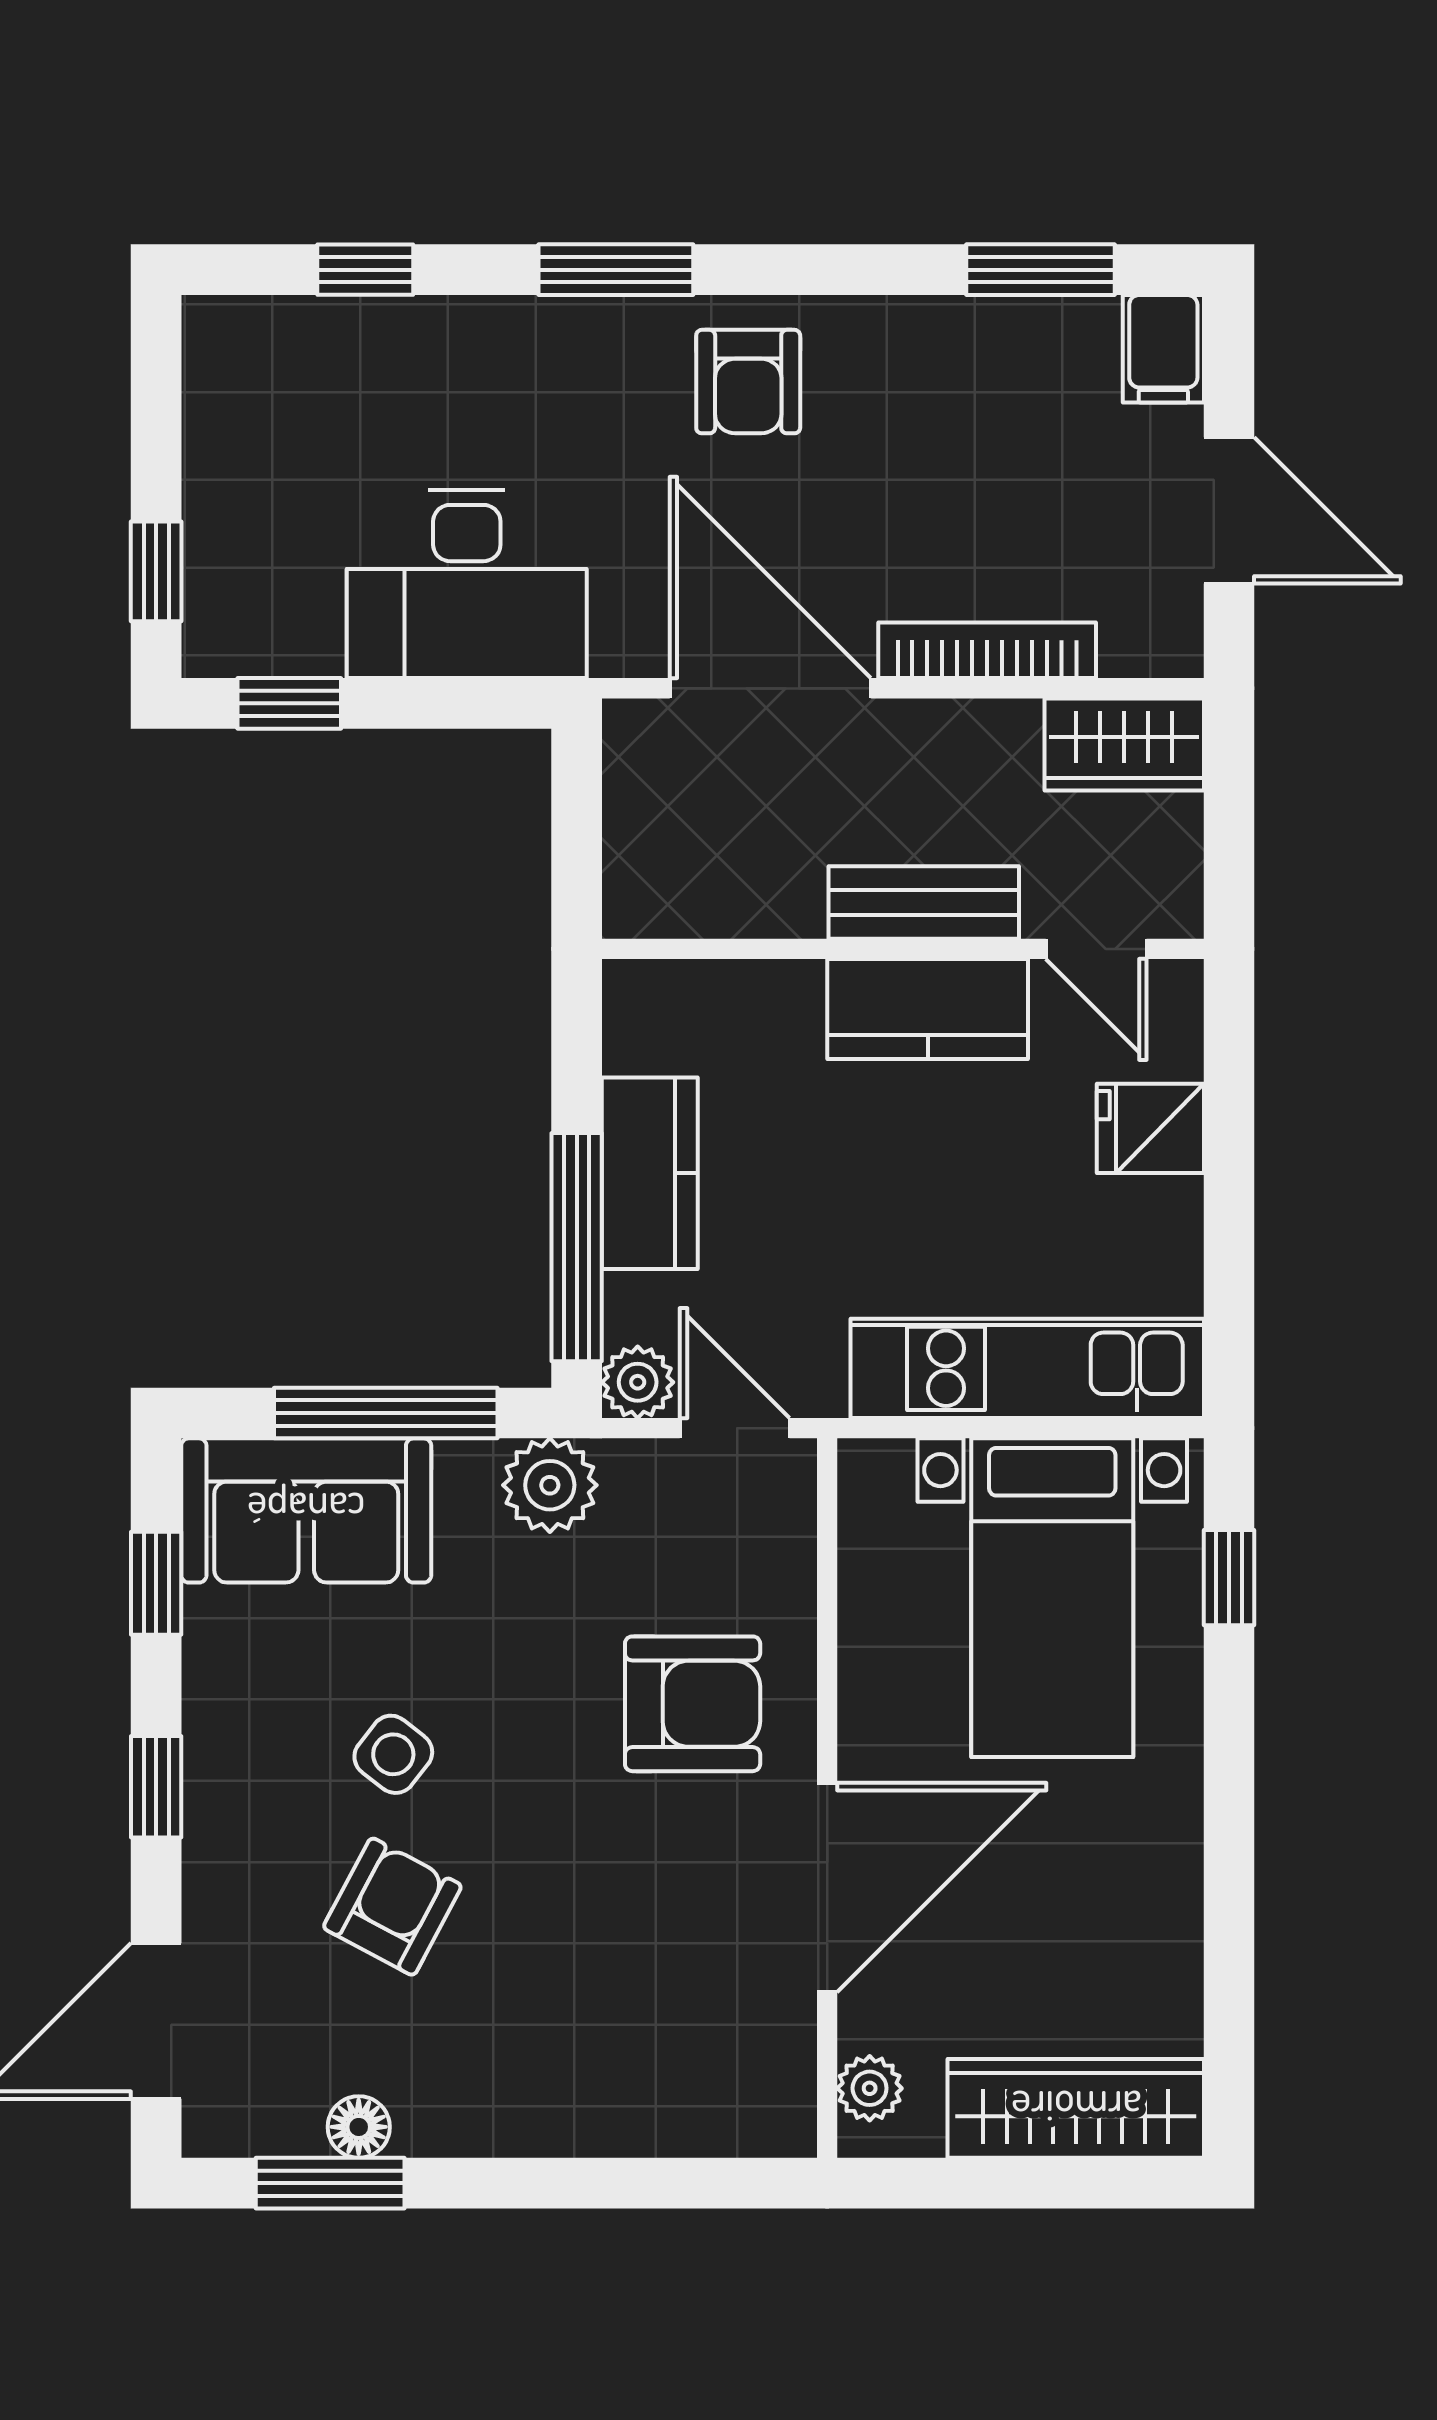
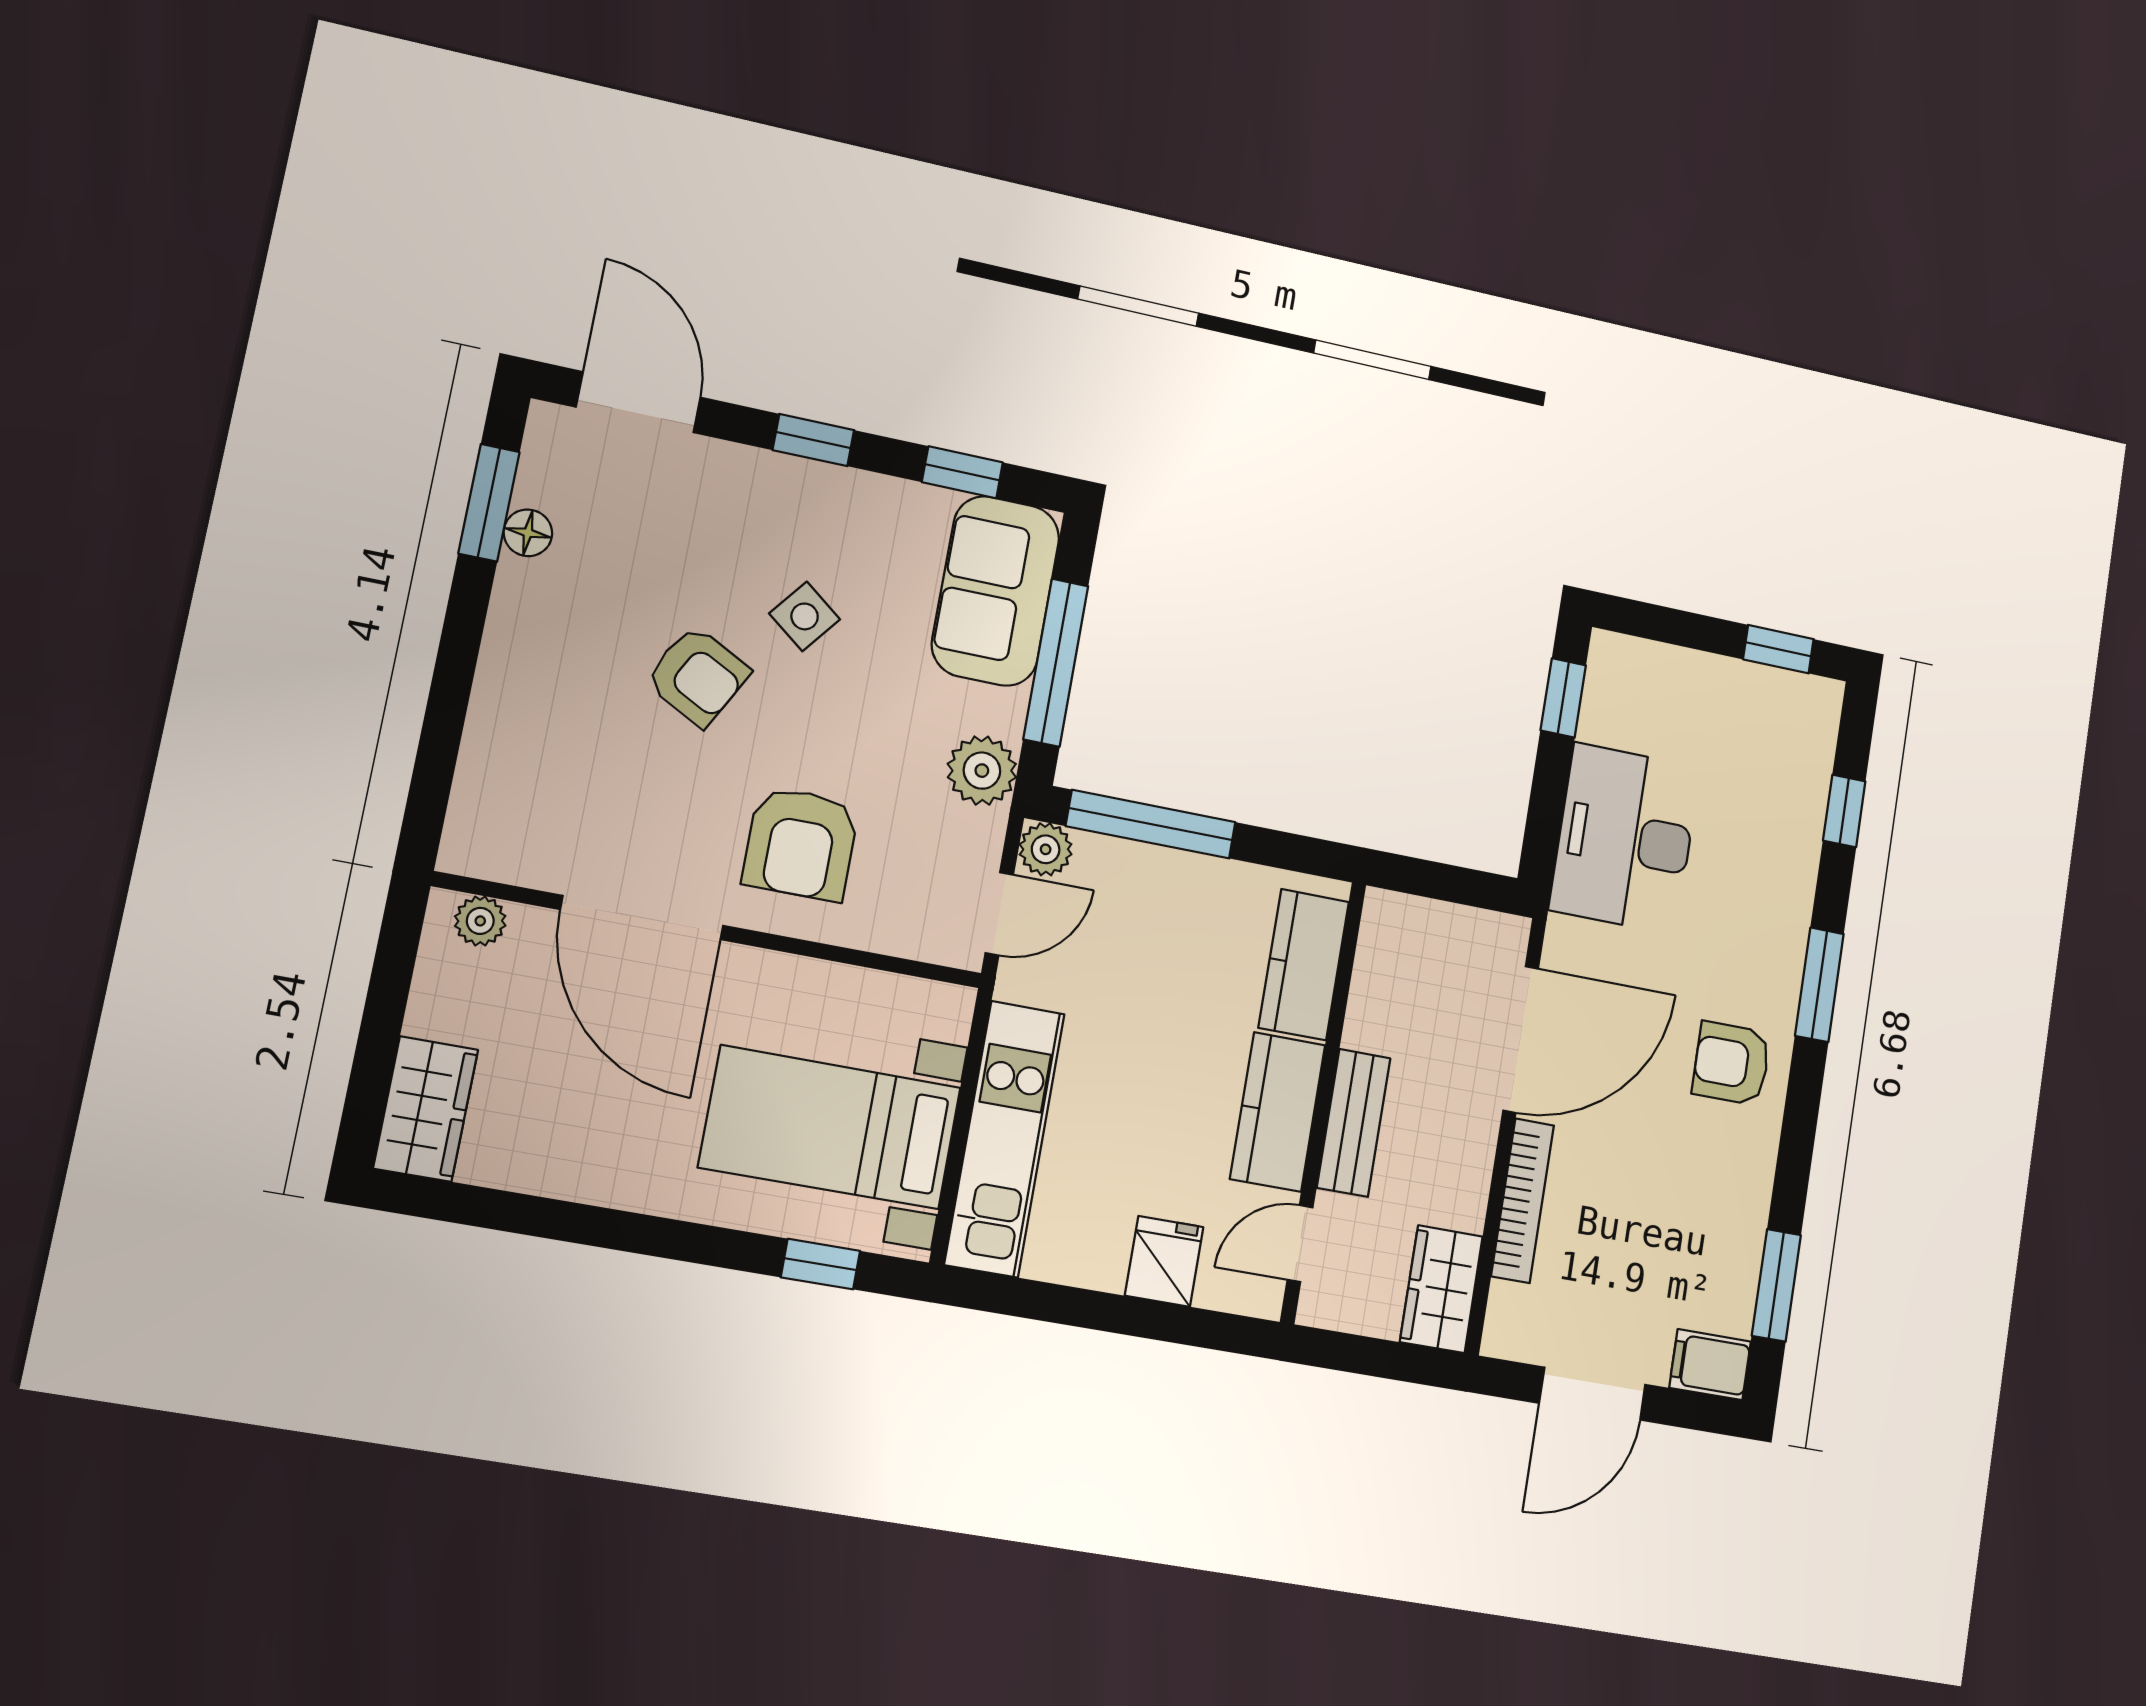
window: (156, 571) -> (1778, 649), moved
kitchen counter: (650, 1173) -> (1304, 965), moved, turned 90
armchair: (392, 1907) -> (698, 676), moved
wardrobe: (1076, 2108) -> (426, 1109), width x0.67

